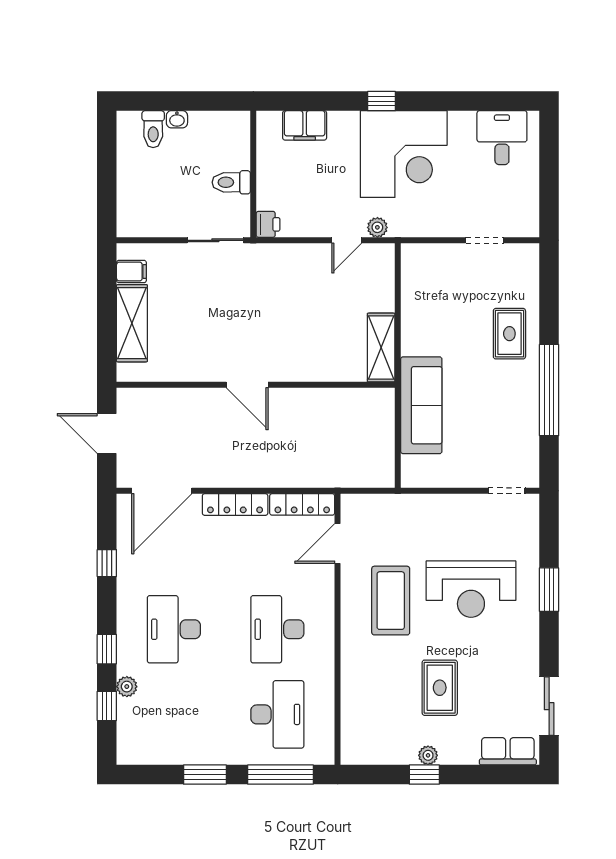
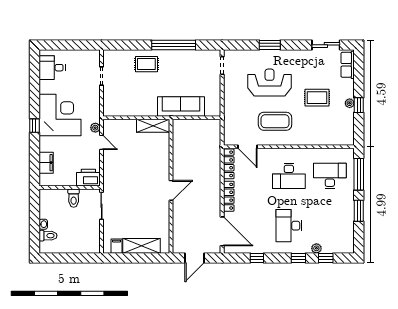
printer: (268, 224) -> (88, 178), width x1.87, depth x1.48
reception desk: (471, 589) -> (270, 83), turned -90
desk: (174, 629) -> (289, 226), turned 90

